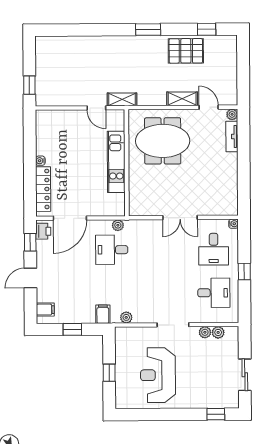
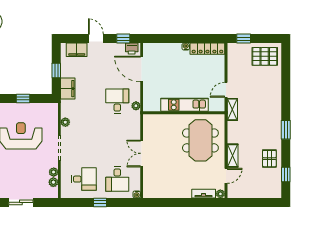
pallet: (186, 51) -> (269, 159), width x0.67, depth x0.71
pallet: (53, 58) -> (265, 56), added
locker: (43, 189) -> (207, 49), moved
desk: (214, 249) -> (117, 179), turned -90
desk: (214, 293) -> (84, 179), turned -90
filing cabinet: (45, 310) -> (77, 50), width x2.00
filing cabinet: (103, 314) -> (68, 89), width x2.00
plant: (126, 317) -> (65, 122), moved

